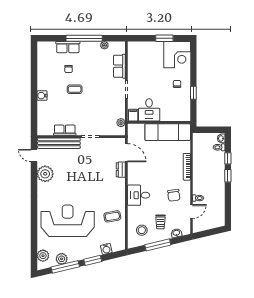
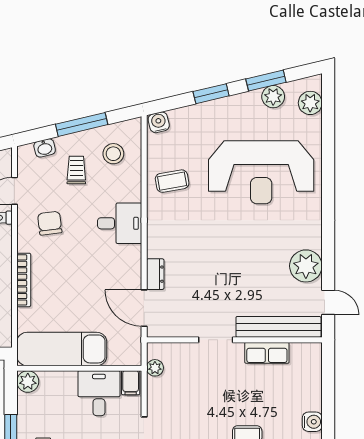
plant: (185, 116) -> (28, 382), added
water cooler: (106, 249) -> (159, 122), moved
window: (65, 267) -> (266, 81), width x0.69

